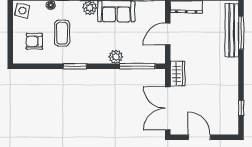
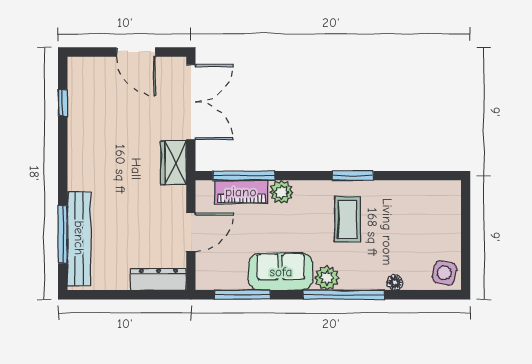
coffee table: (62, 33) -> (347, 219), moved
armchair: (34, 41) -> (424, 219), removed
piano: (139, 57) -> (241, 192), added

